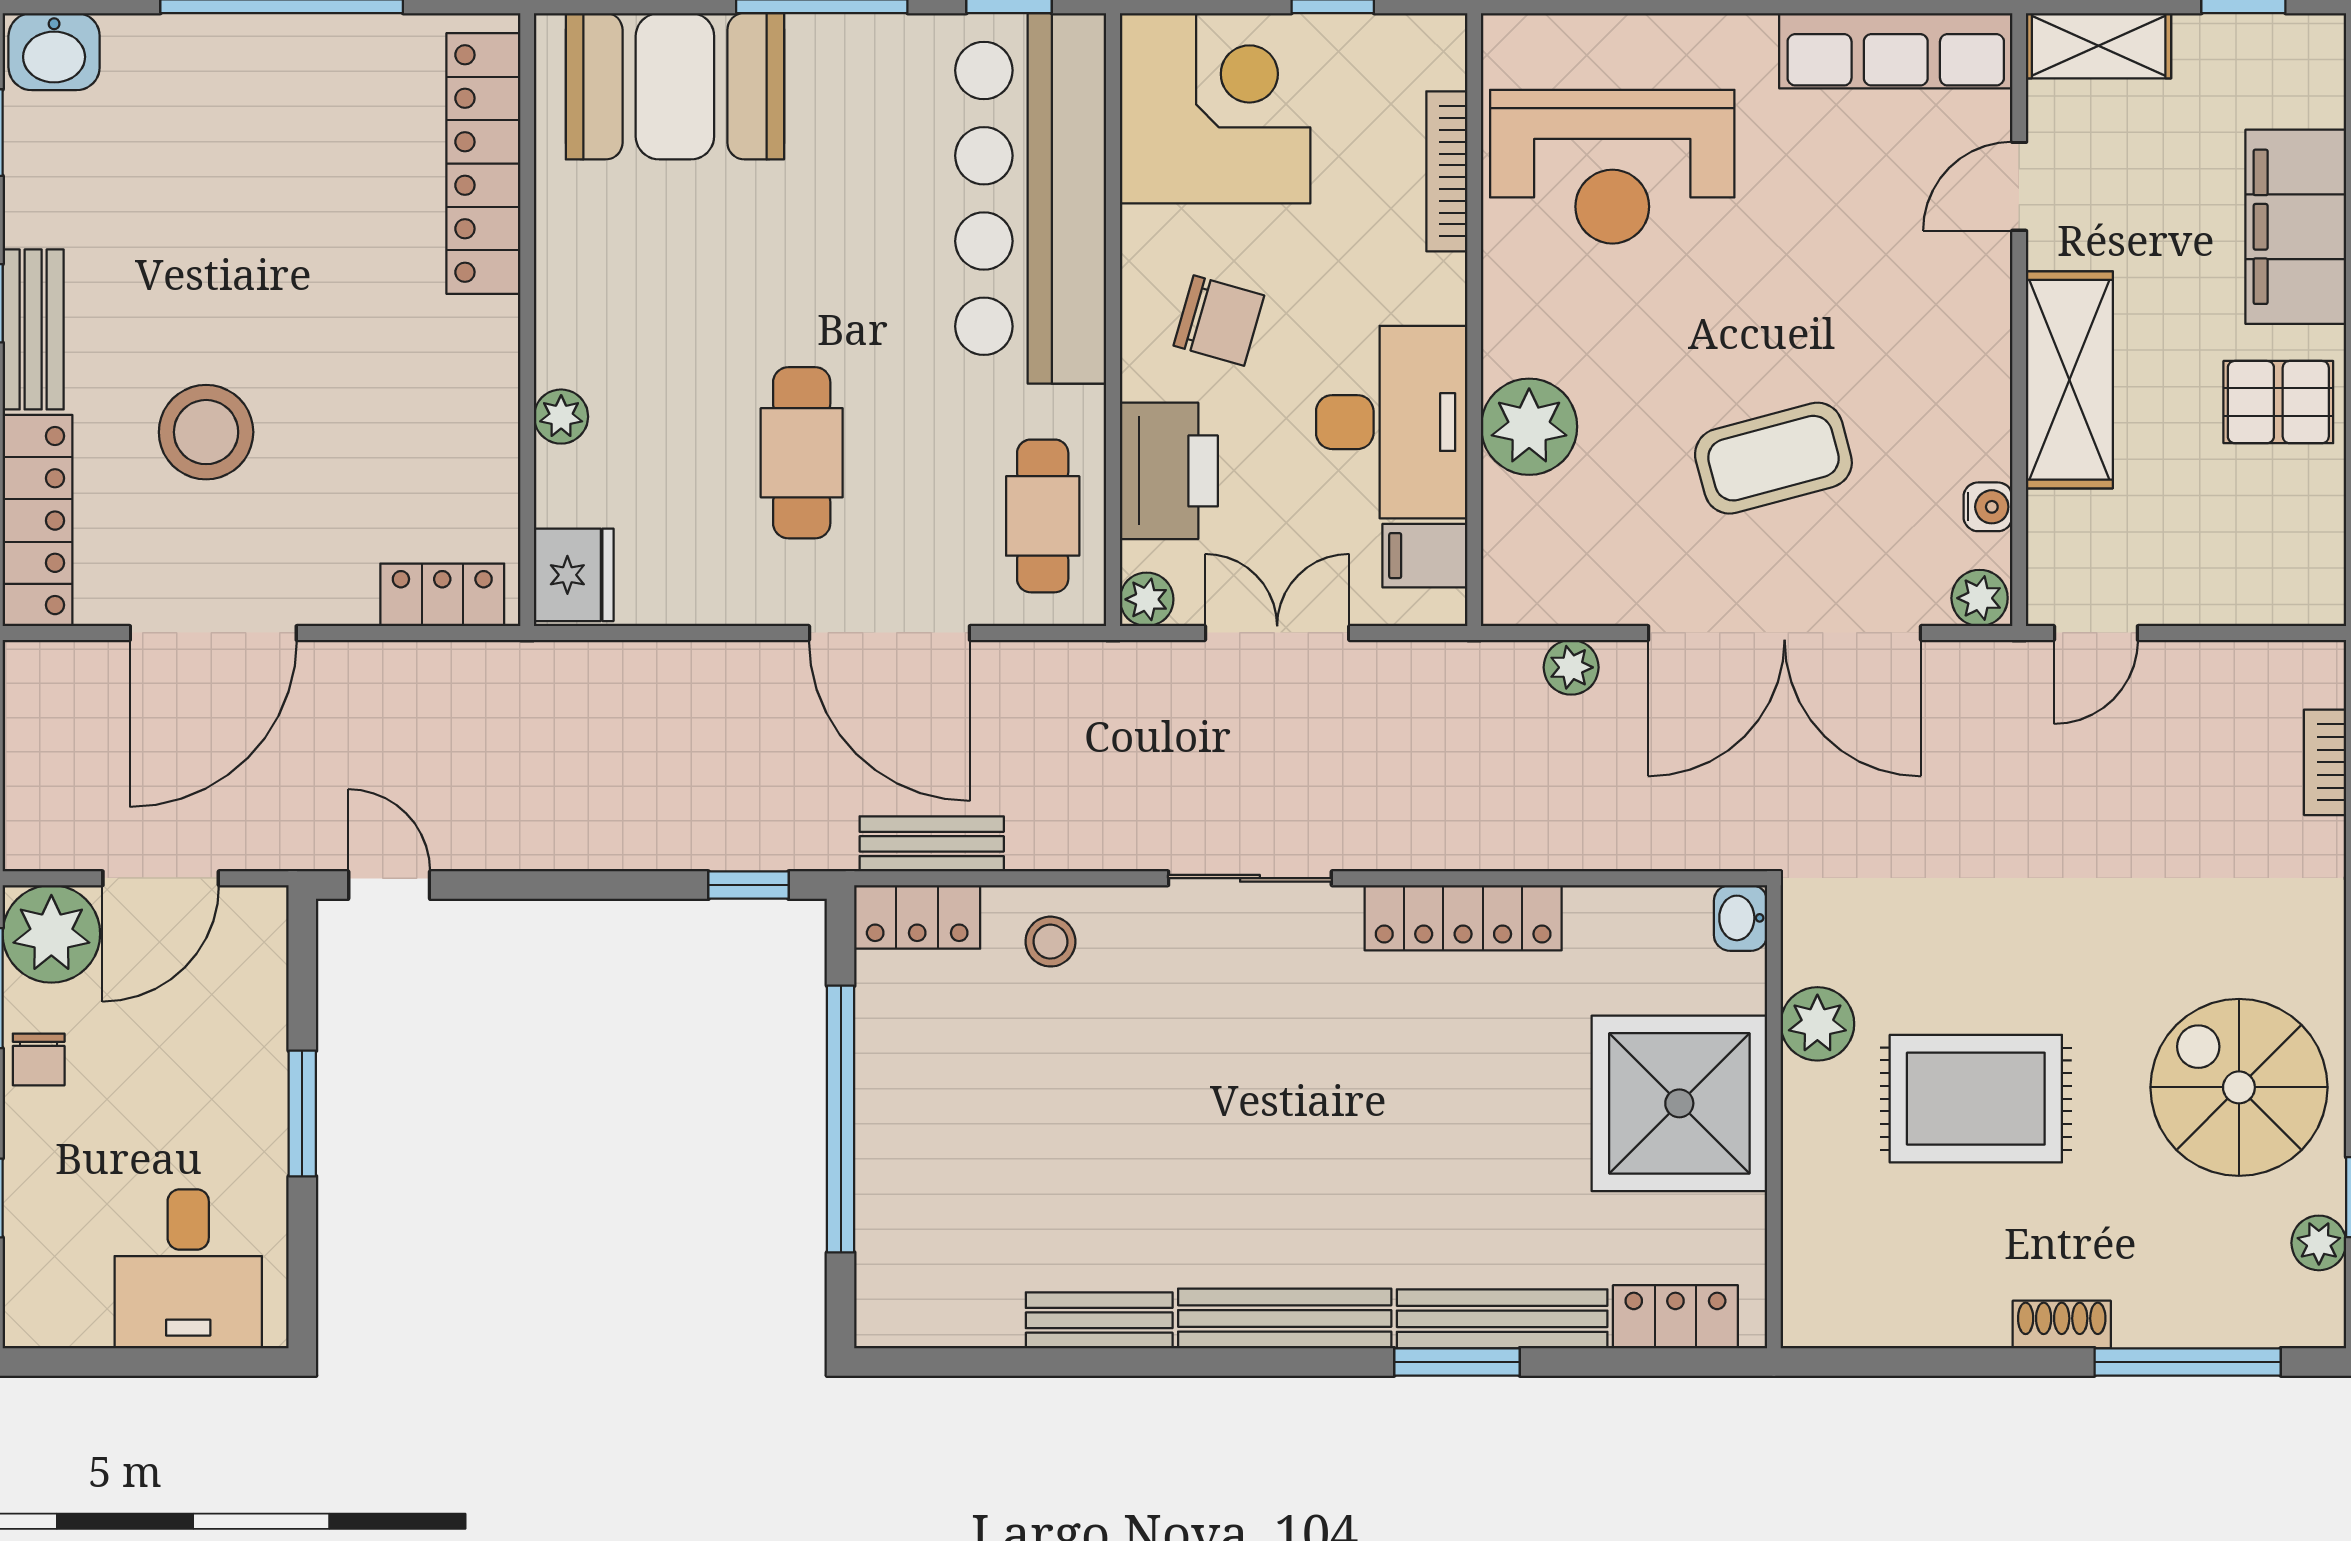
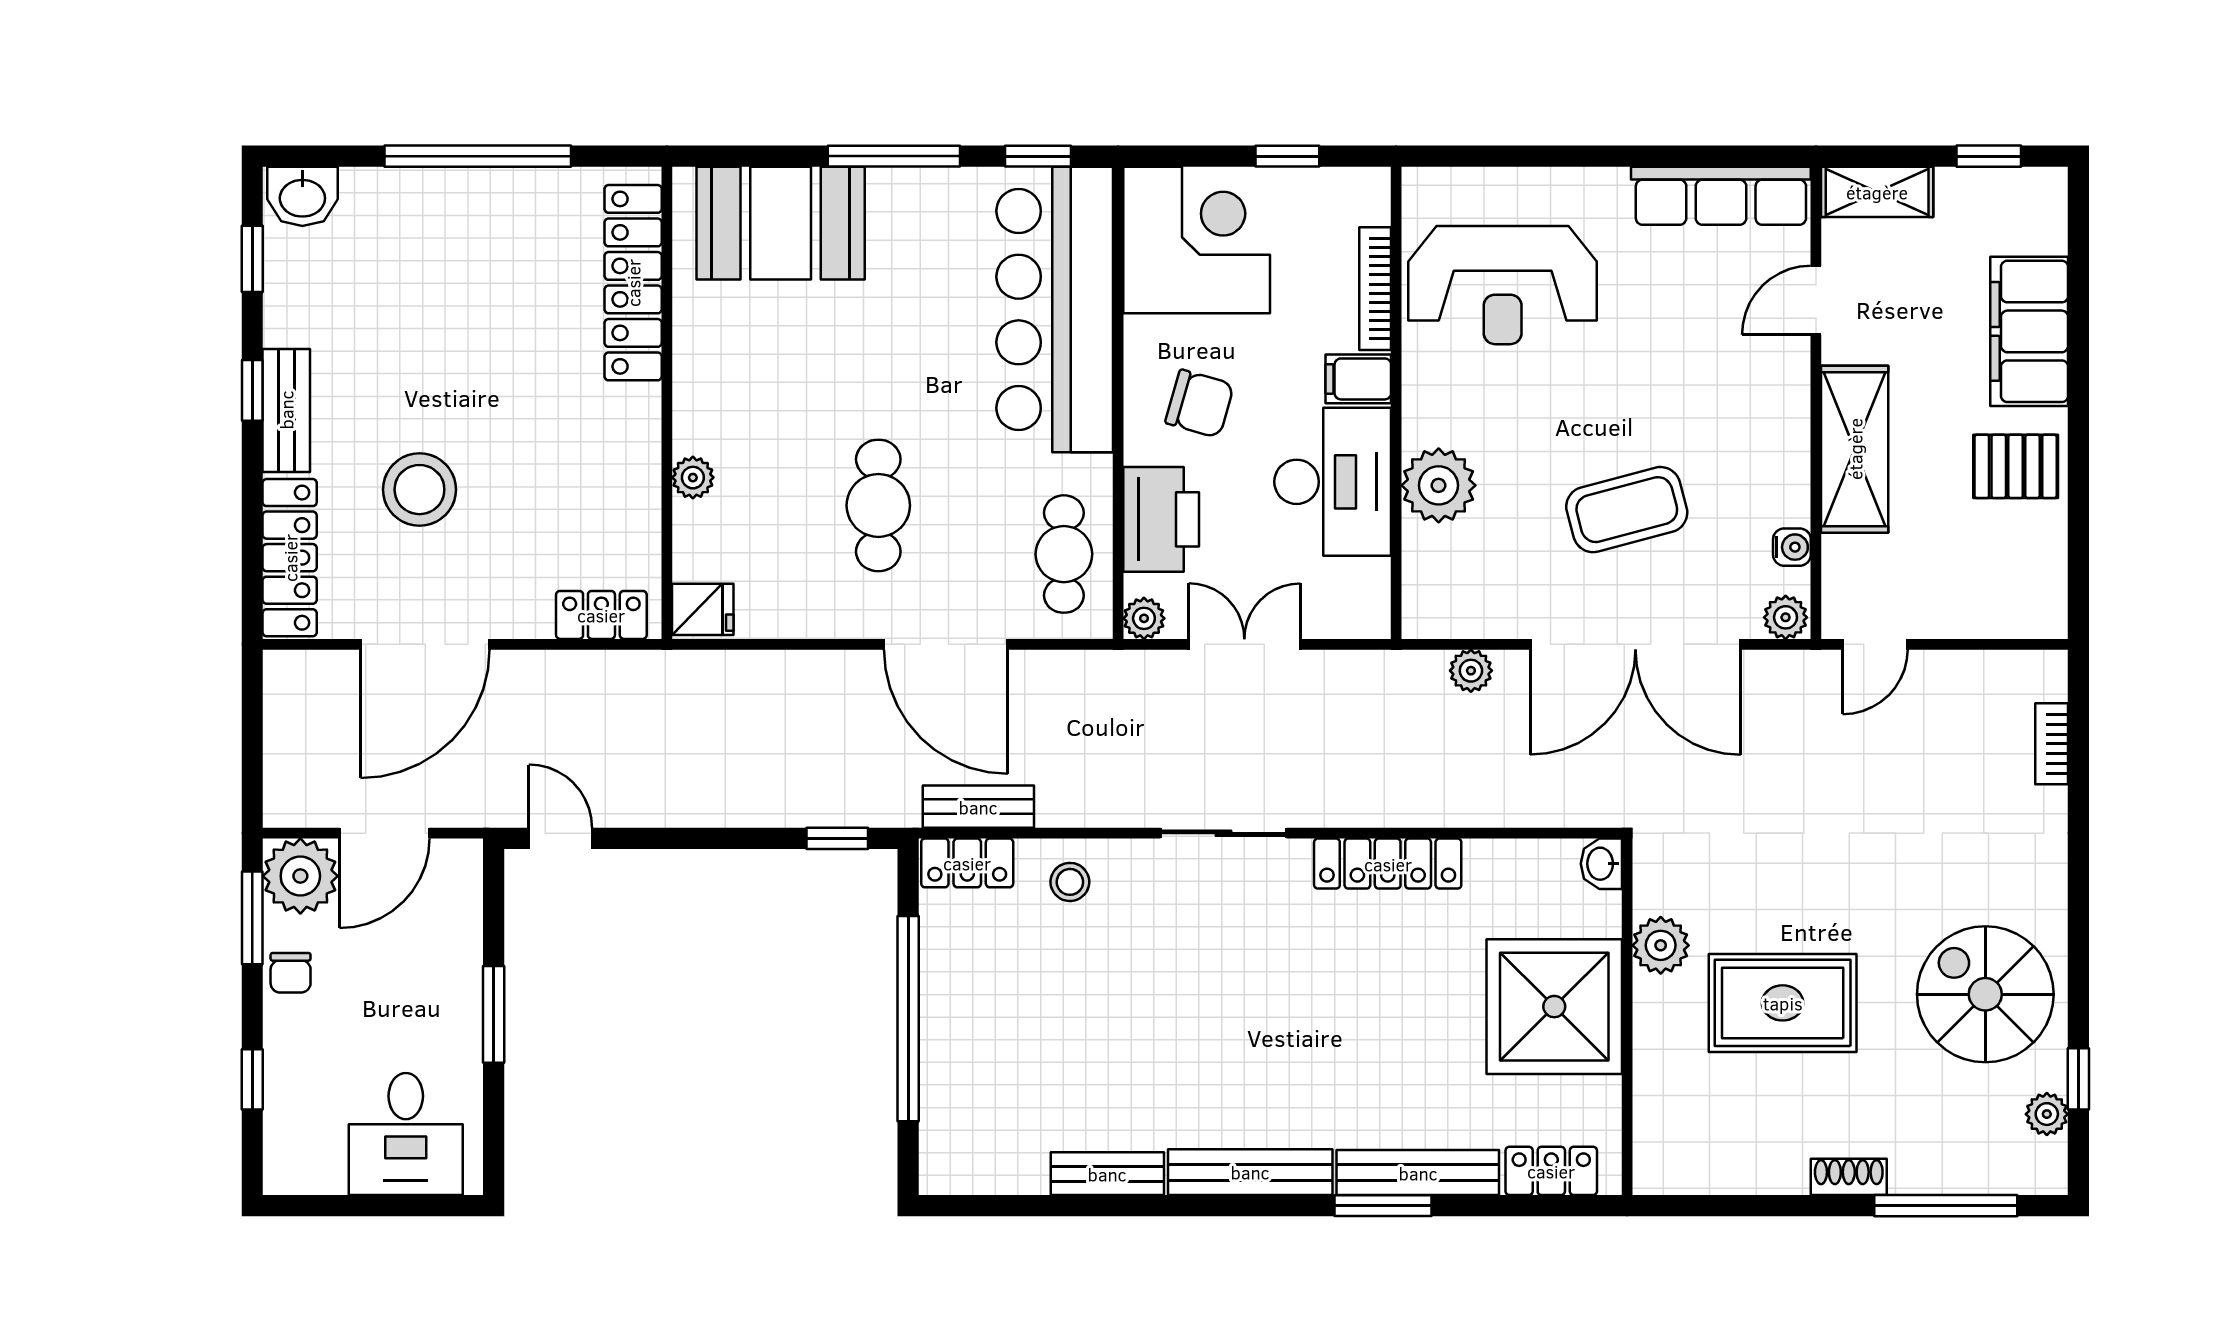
filing cabinet: (1425, 556) -> (1358, 379), moved
fridge: (574, 575) -> (703, 609), width x0.72

